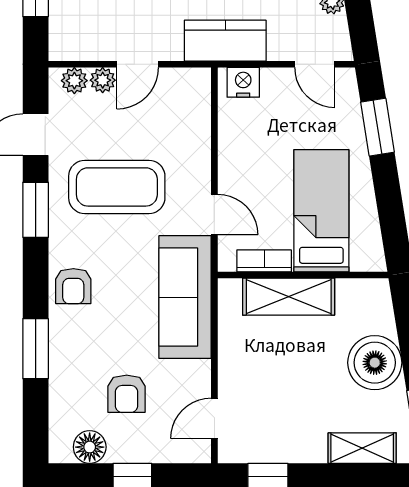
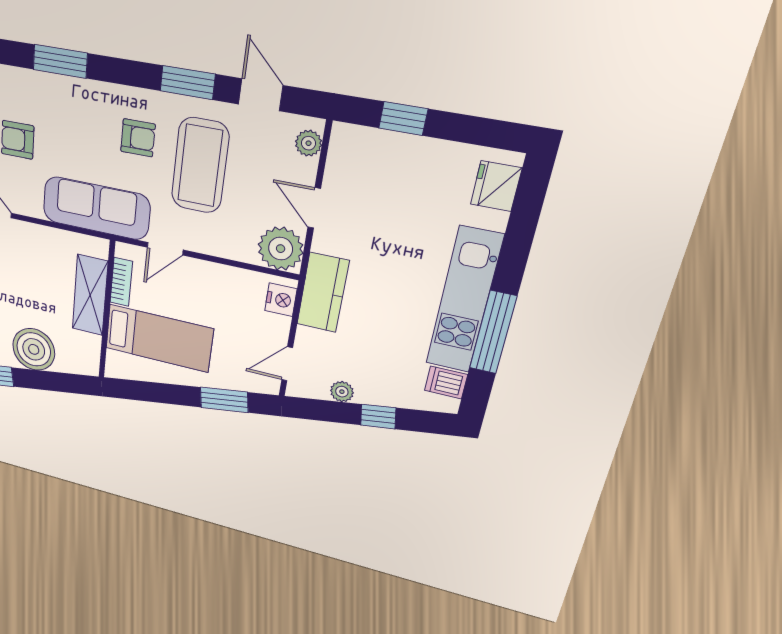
plant: (103, 80) -> (281, 249), moved, width x1.87, depth x1.87
armchair: (73, 286) -> (138, 138), moved, turned 180

